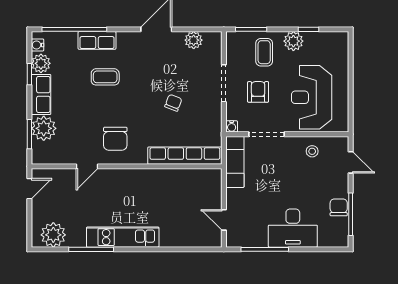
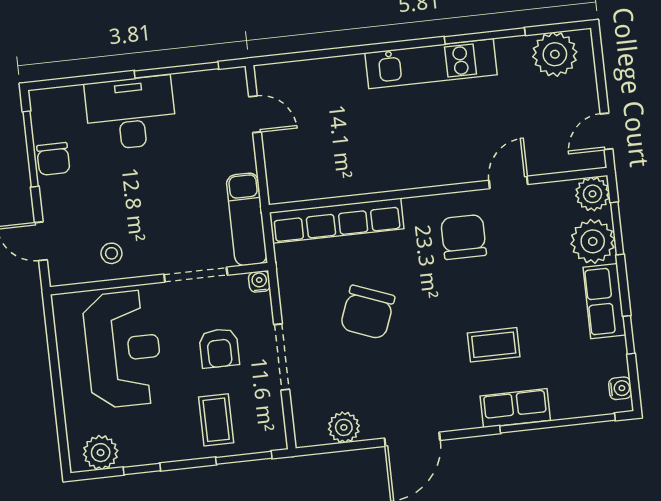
plant: (293, 41) -> (101, 453), moved
plant: (41, 63) -> (593, 194), moved
chair: (173, 103) -> (367, 312), width x1.87, depth x1.87

